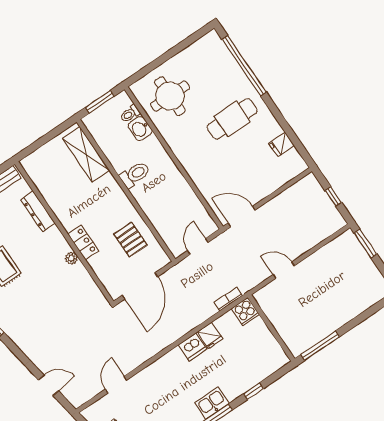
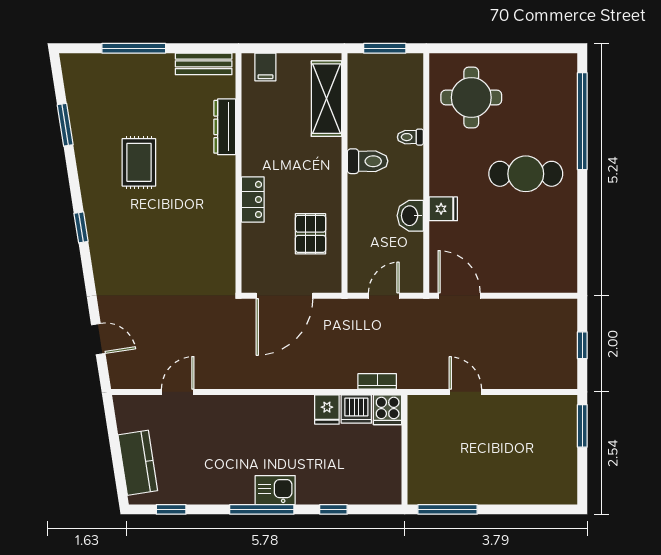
toilet: (130, 114) -> (410, 137), moved
washbasin: (140, 129) -> (410, 216), moved
fridge: (282, 144) -> (443, 209), moved, turned 180
filing cabinet: (38, 160) -> (265, 67), added
plant: (71, 258) -> (227, 208), removed
dishwasher: (193, 347) -> (356, 409), moved

